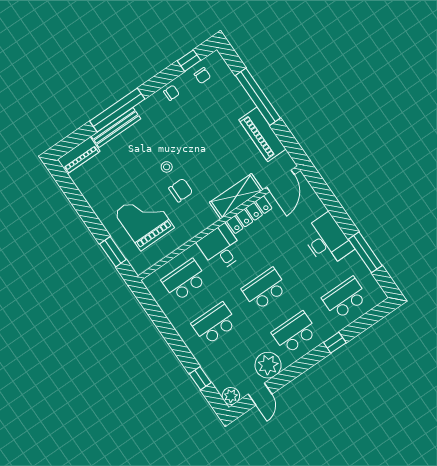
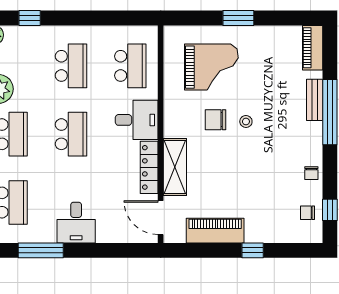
window: (258, 97) -> (253, 250), width x0.32
bench: (116, 127) -> (315, 100), width x0.73
chair: (181, 190) -> (216, 120), turned 90
desk: (327, 240) -> (76, 223), width x0.73
window: (113, 252) -> (238, 18), moved

